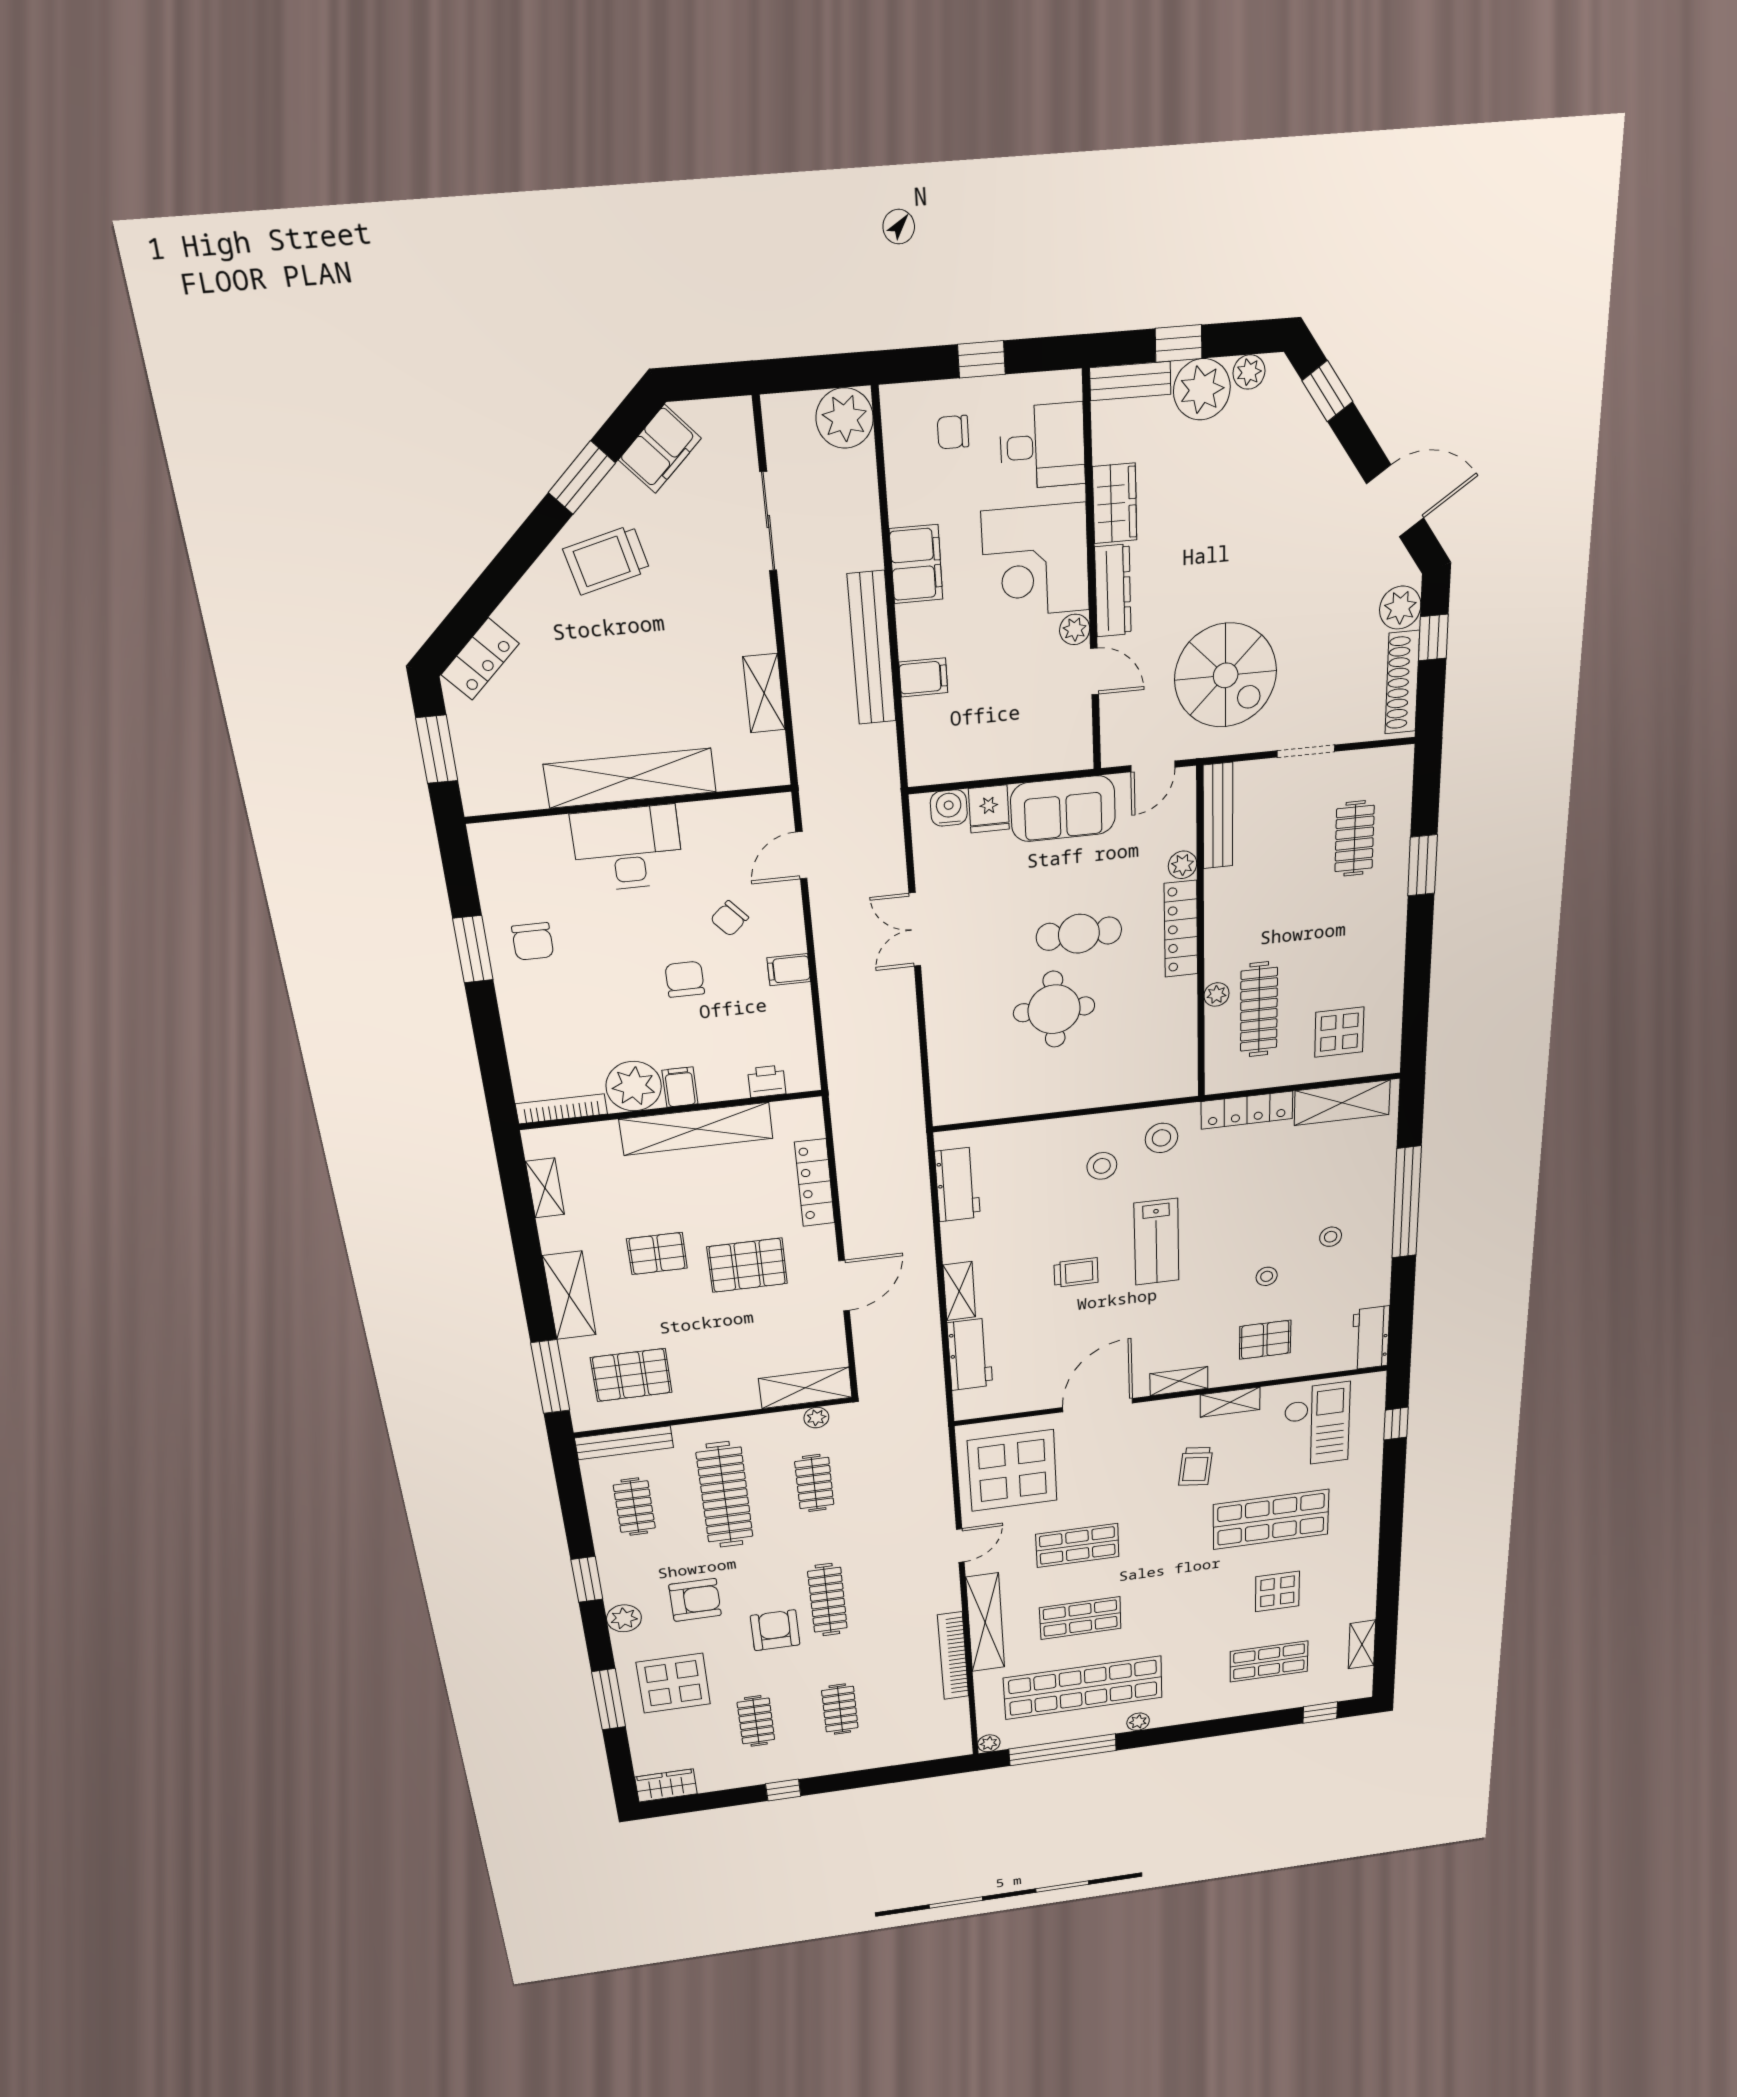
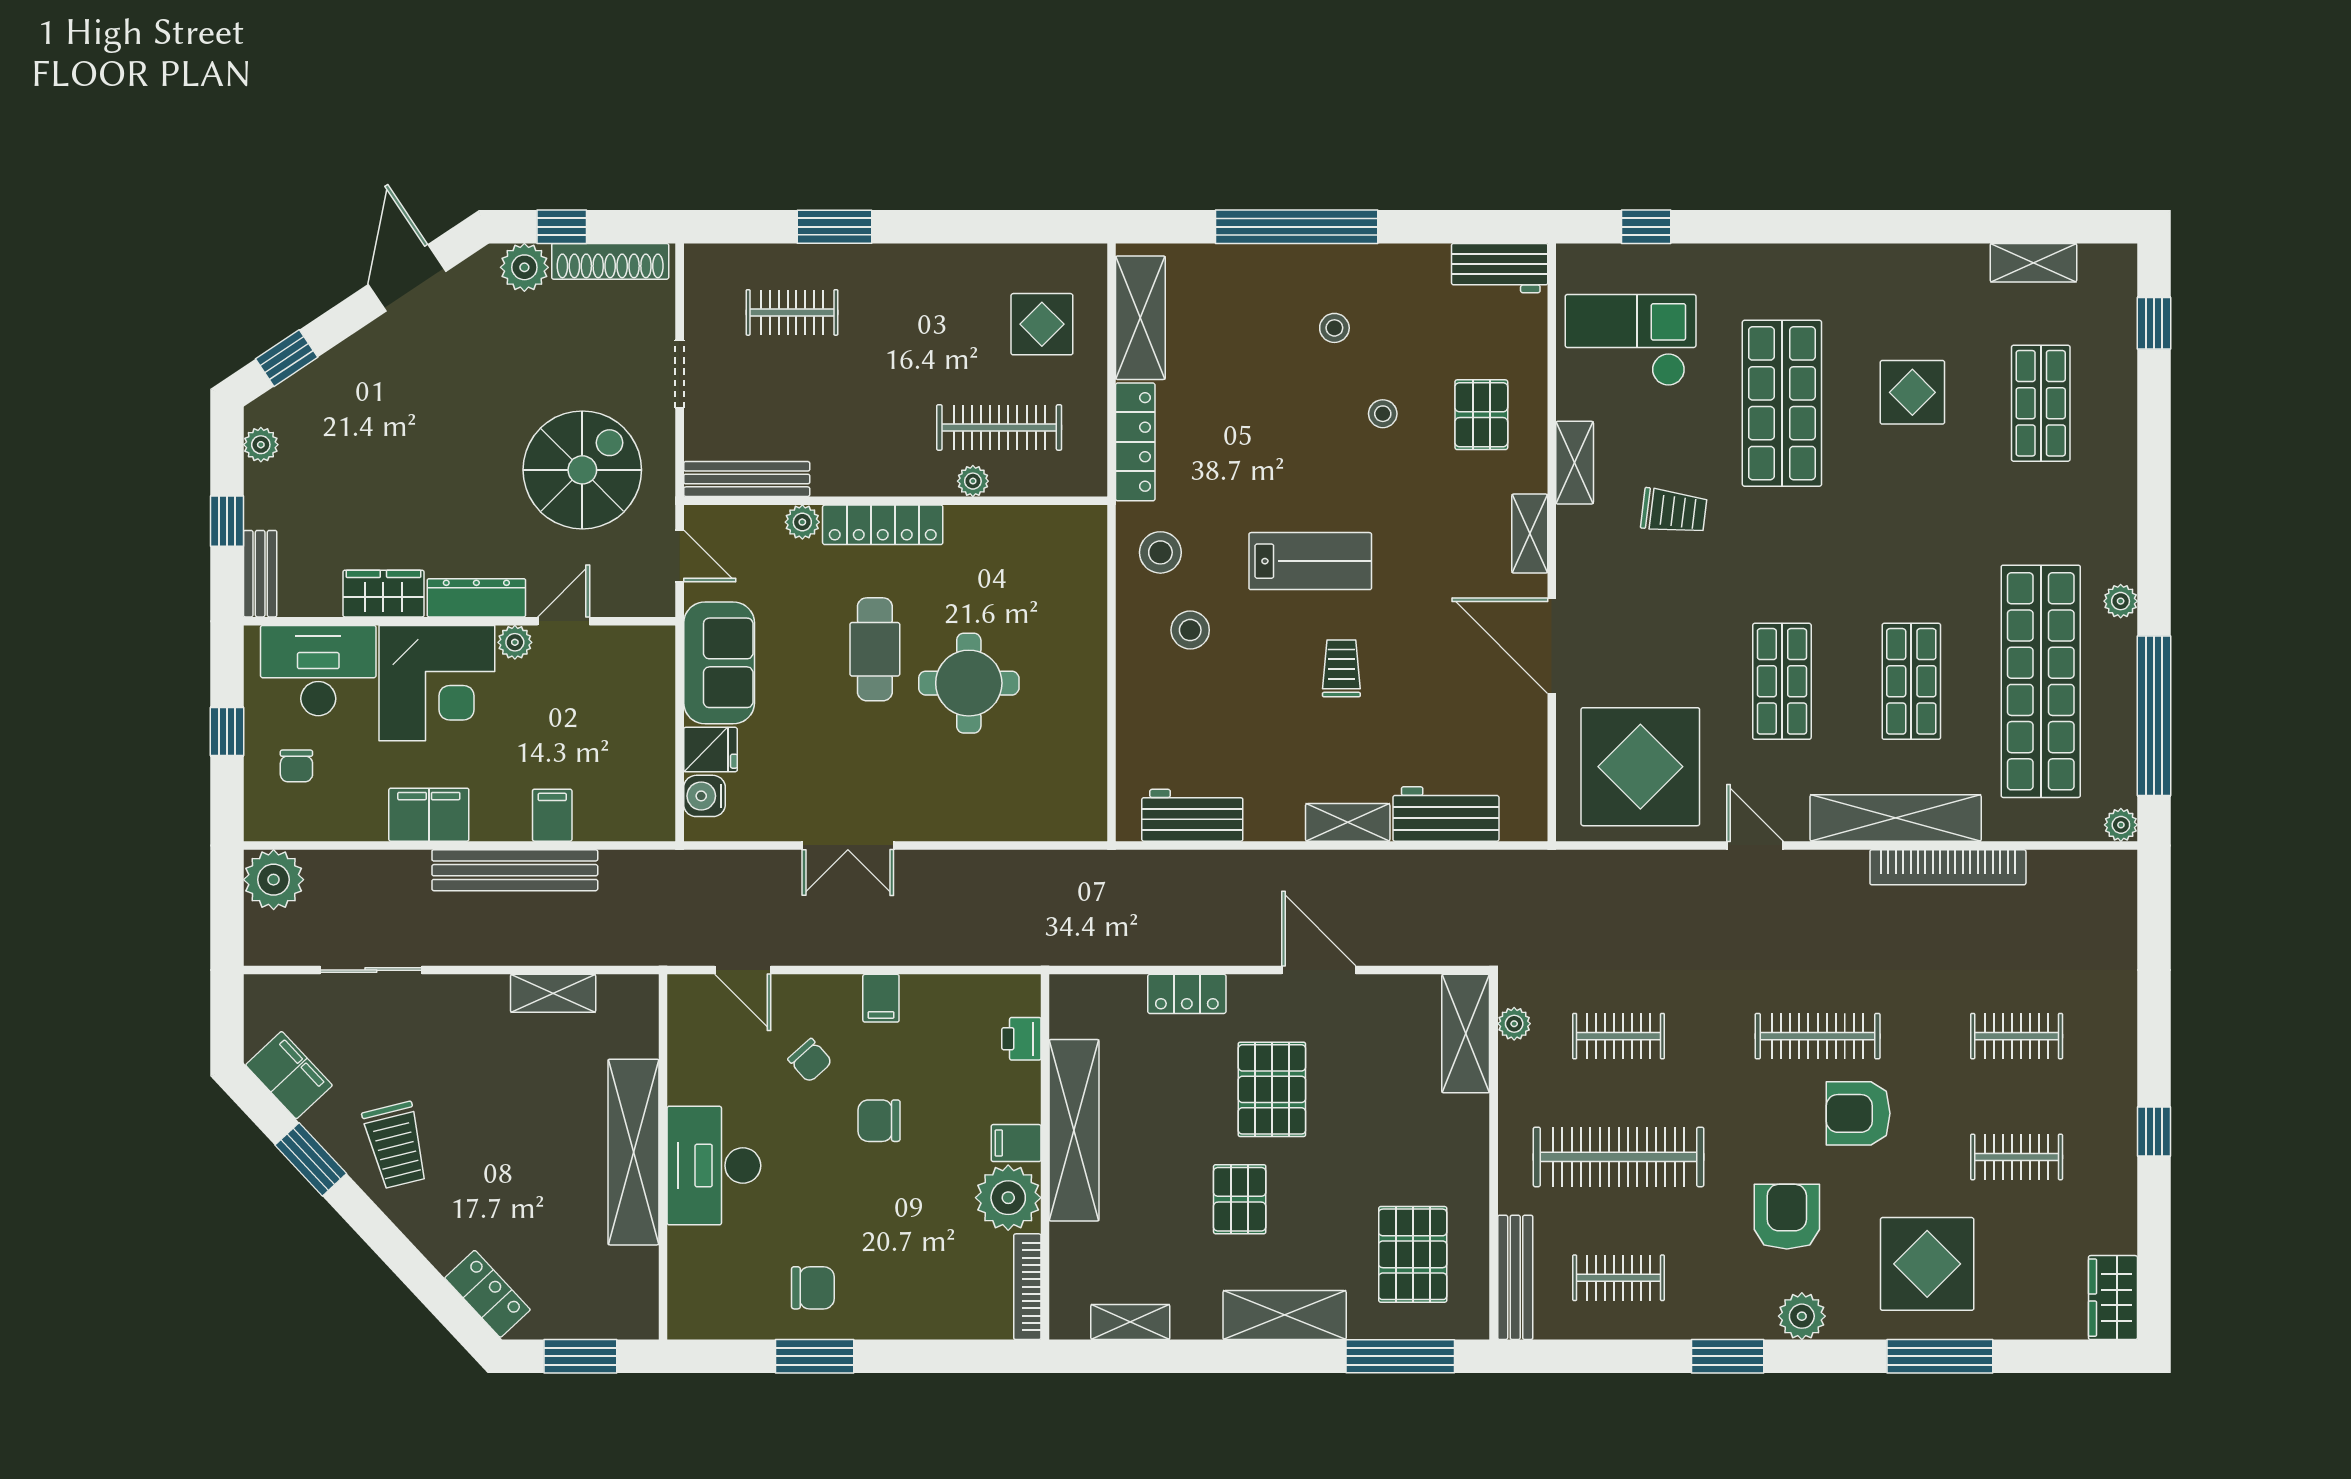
plant: (1202, 389) -> (274, 496), removed
desk: (1043, 446) -> (318, 671), width x1.37
locker: (815, 1183) -> (1187, 994), width x0.66

